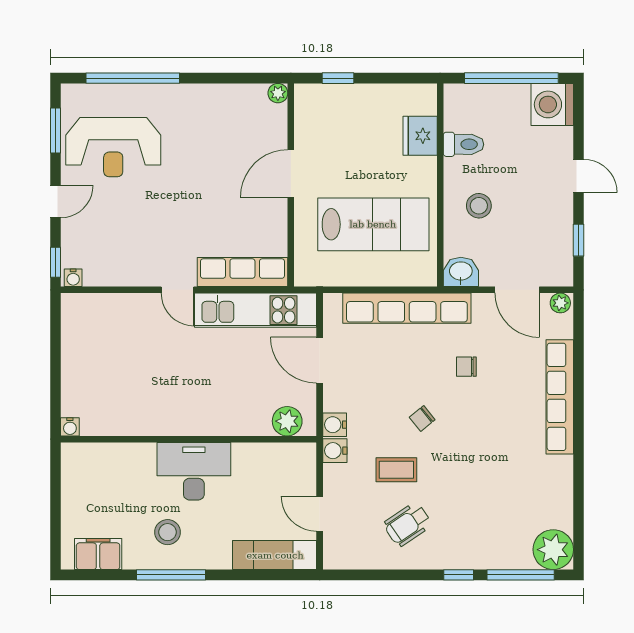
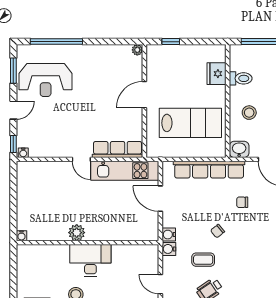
plant: (287, 421) -> (77, 233), moved

